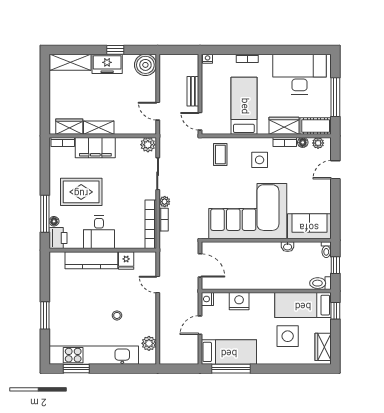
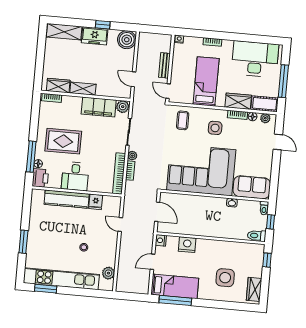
filing cabinet: (95, 148) -> (99, 107), moved
door: (335, 170) -> (278, 142), swing flipped
bed: (303, 305) -> (240, 253), removed

